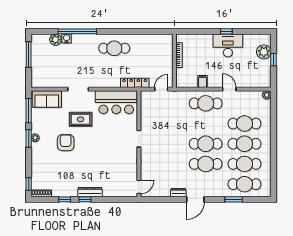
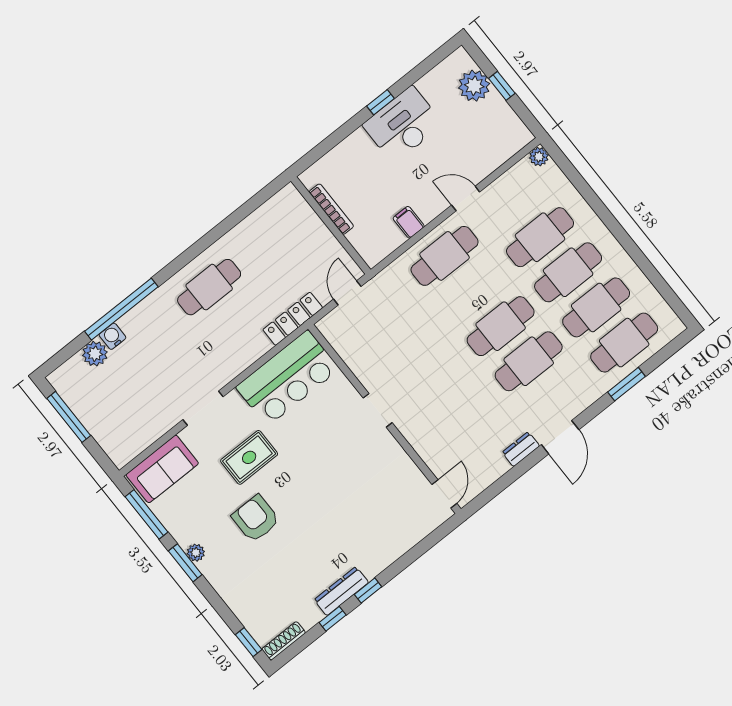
dresser: (90, 192) -> (341, 591), moved

